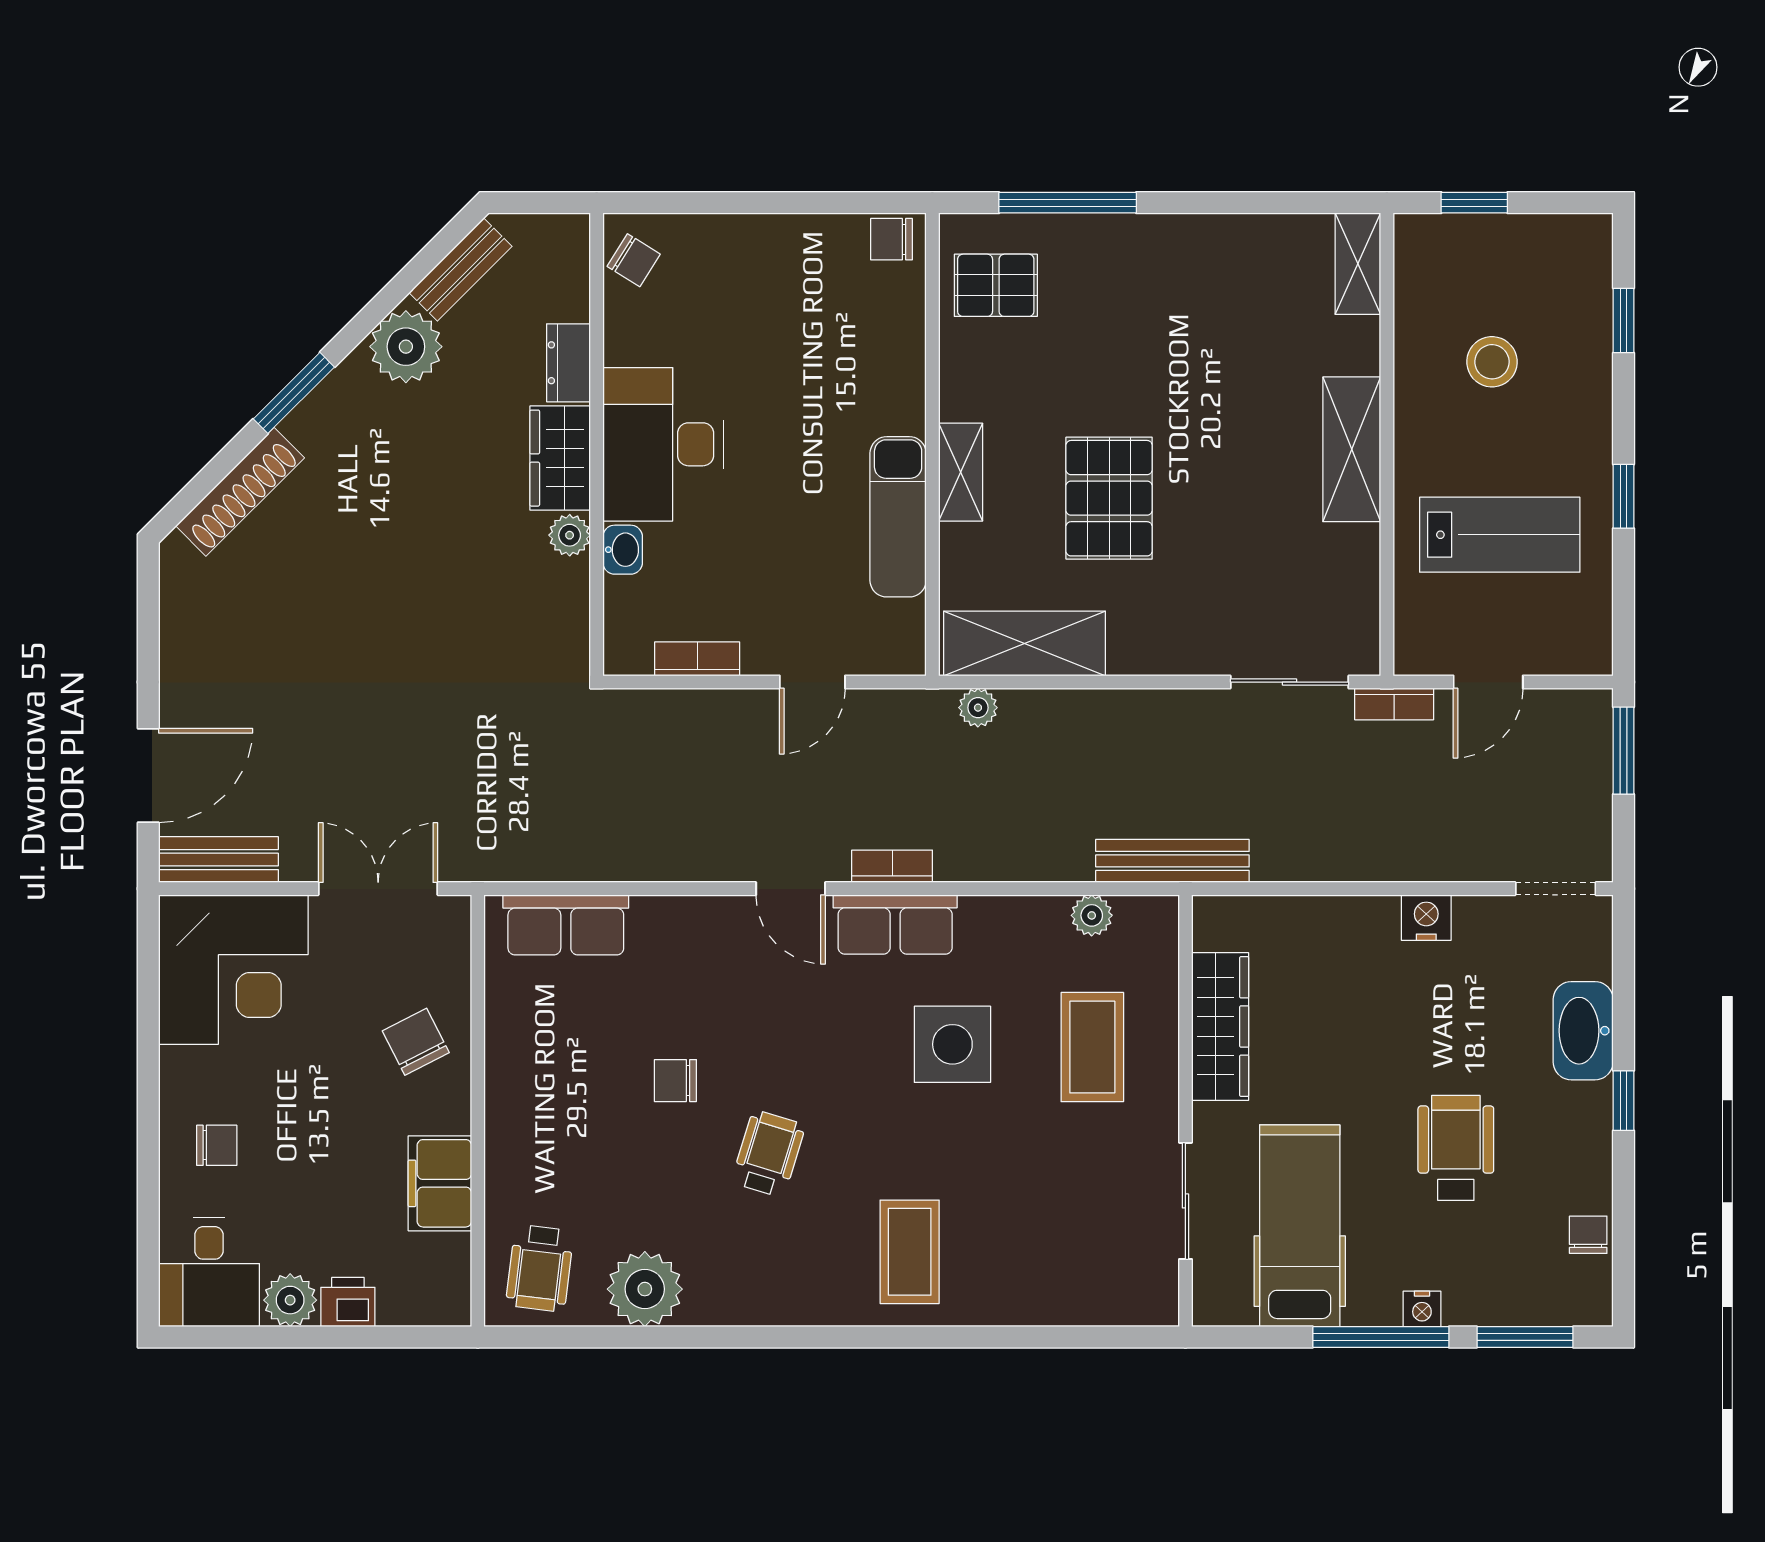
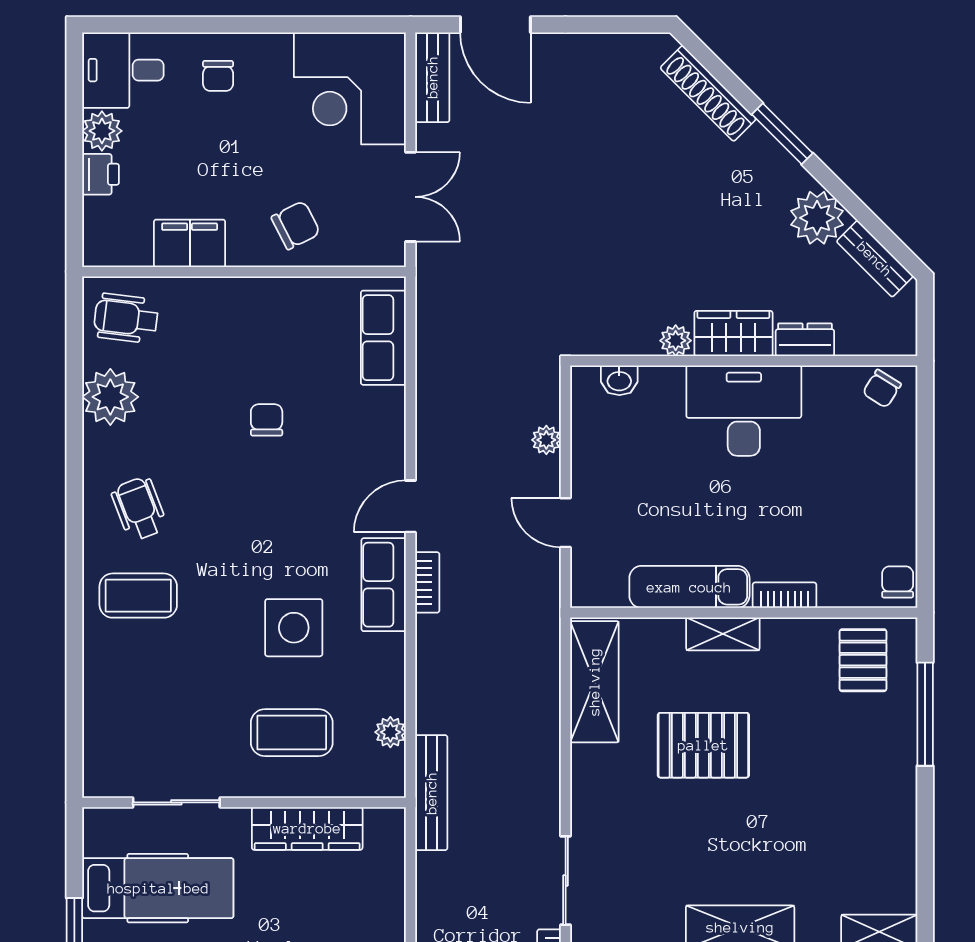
washbasin: (623, 550) -> (619, 380), moved
bookcase: (697, 659) -> (784, 595), moved, turned -90
plant: (978, 708) -> (546, 440), moved
wheelchair: (768, 1154) -> (139, 509), moved, turned -128

